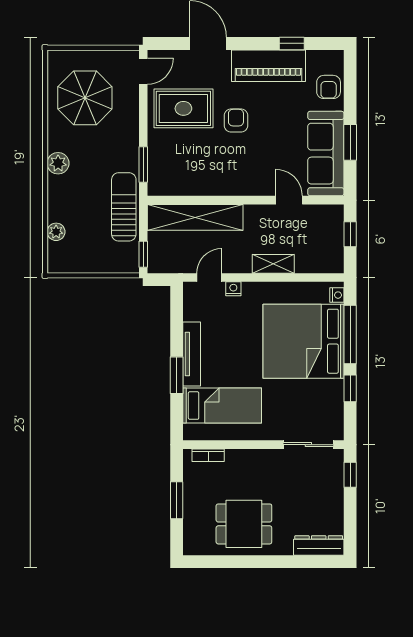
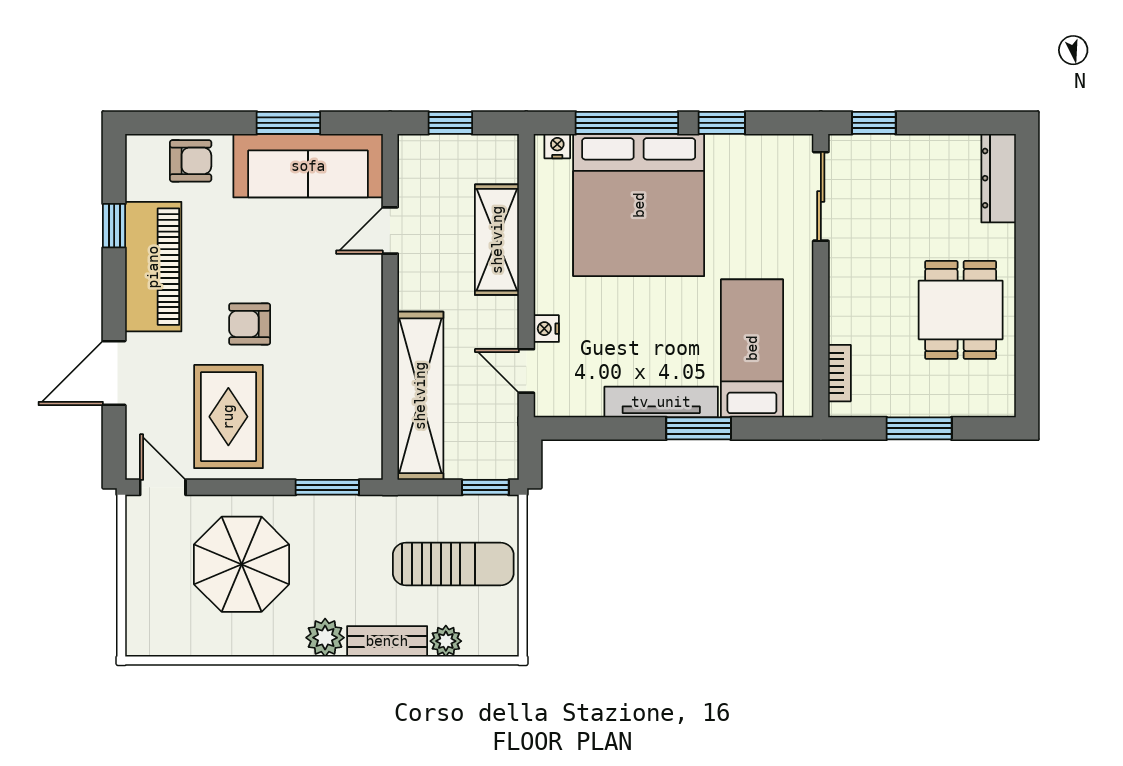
parasol: (85, 98) -> (242, 564), moved
bench: (56, 198) -> (387, 641), added
sun lounger: (124, 207) -> (453, 564), moved, turned 180
shelving: (273, 264) -> (497, 240), width x1.50, depth x1.33

